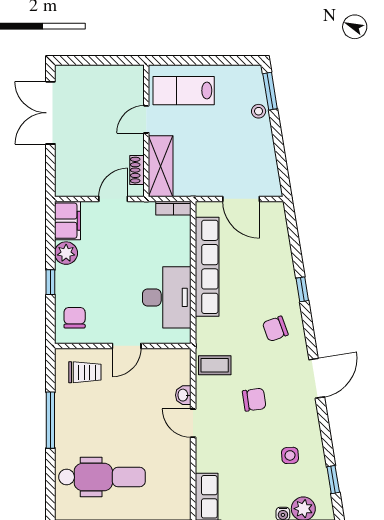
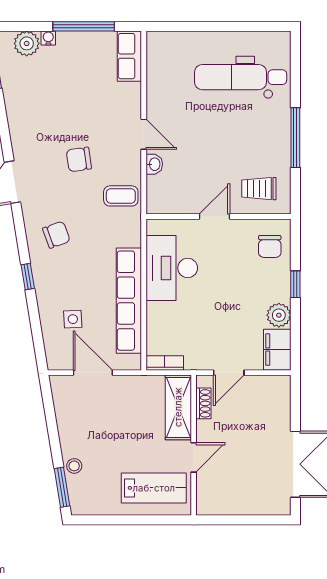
side table: (290, 455) -> (73, 319), moved

